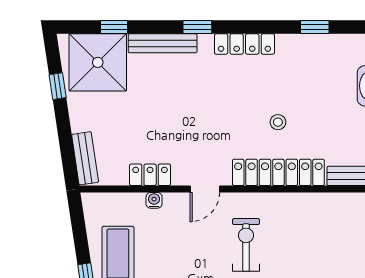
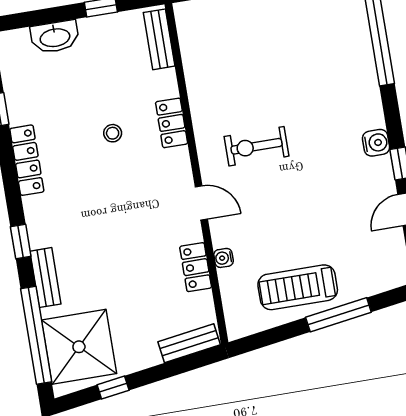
window: (114, 27) -> (36, 335), width x3.17
bench: (163, 43) -> (45, 278), width x0.73
locker: (244, 44) -> (27, 160), moved
locker: (278, 172) -> (172, 123), width x0.46, depth x0.83

